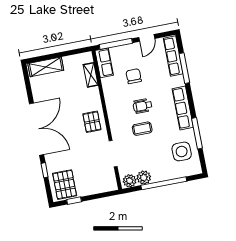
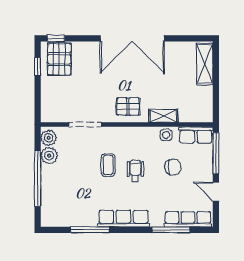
shelving: (91, 75) -> (163, 116), moved
side table: (182, 151) -> (166, 135), moved, width x0.54, depth x0.54
window: (45, 170) -> (56, 38), moved
pallet: (65, 185) -> (59, 59), turned 90

